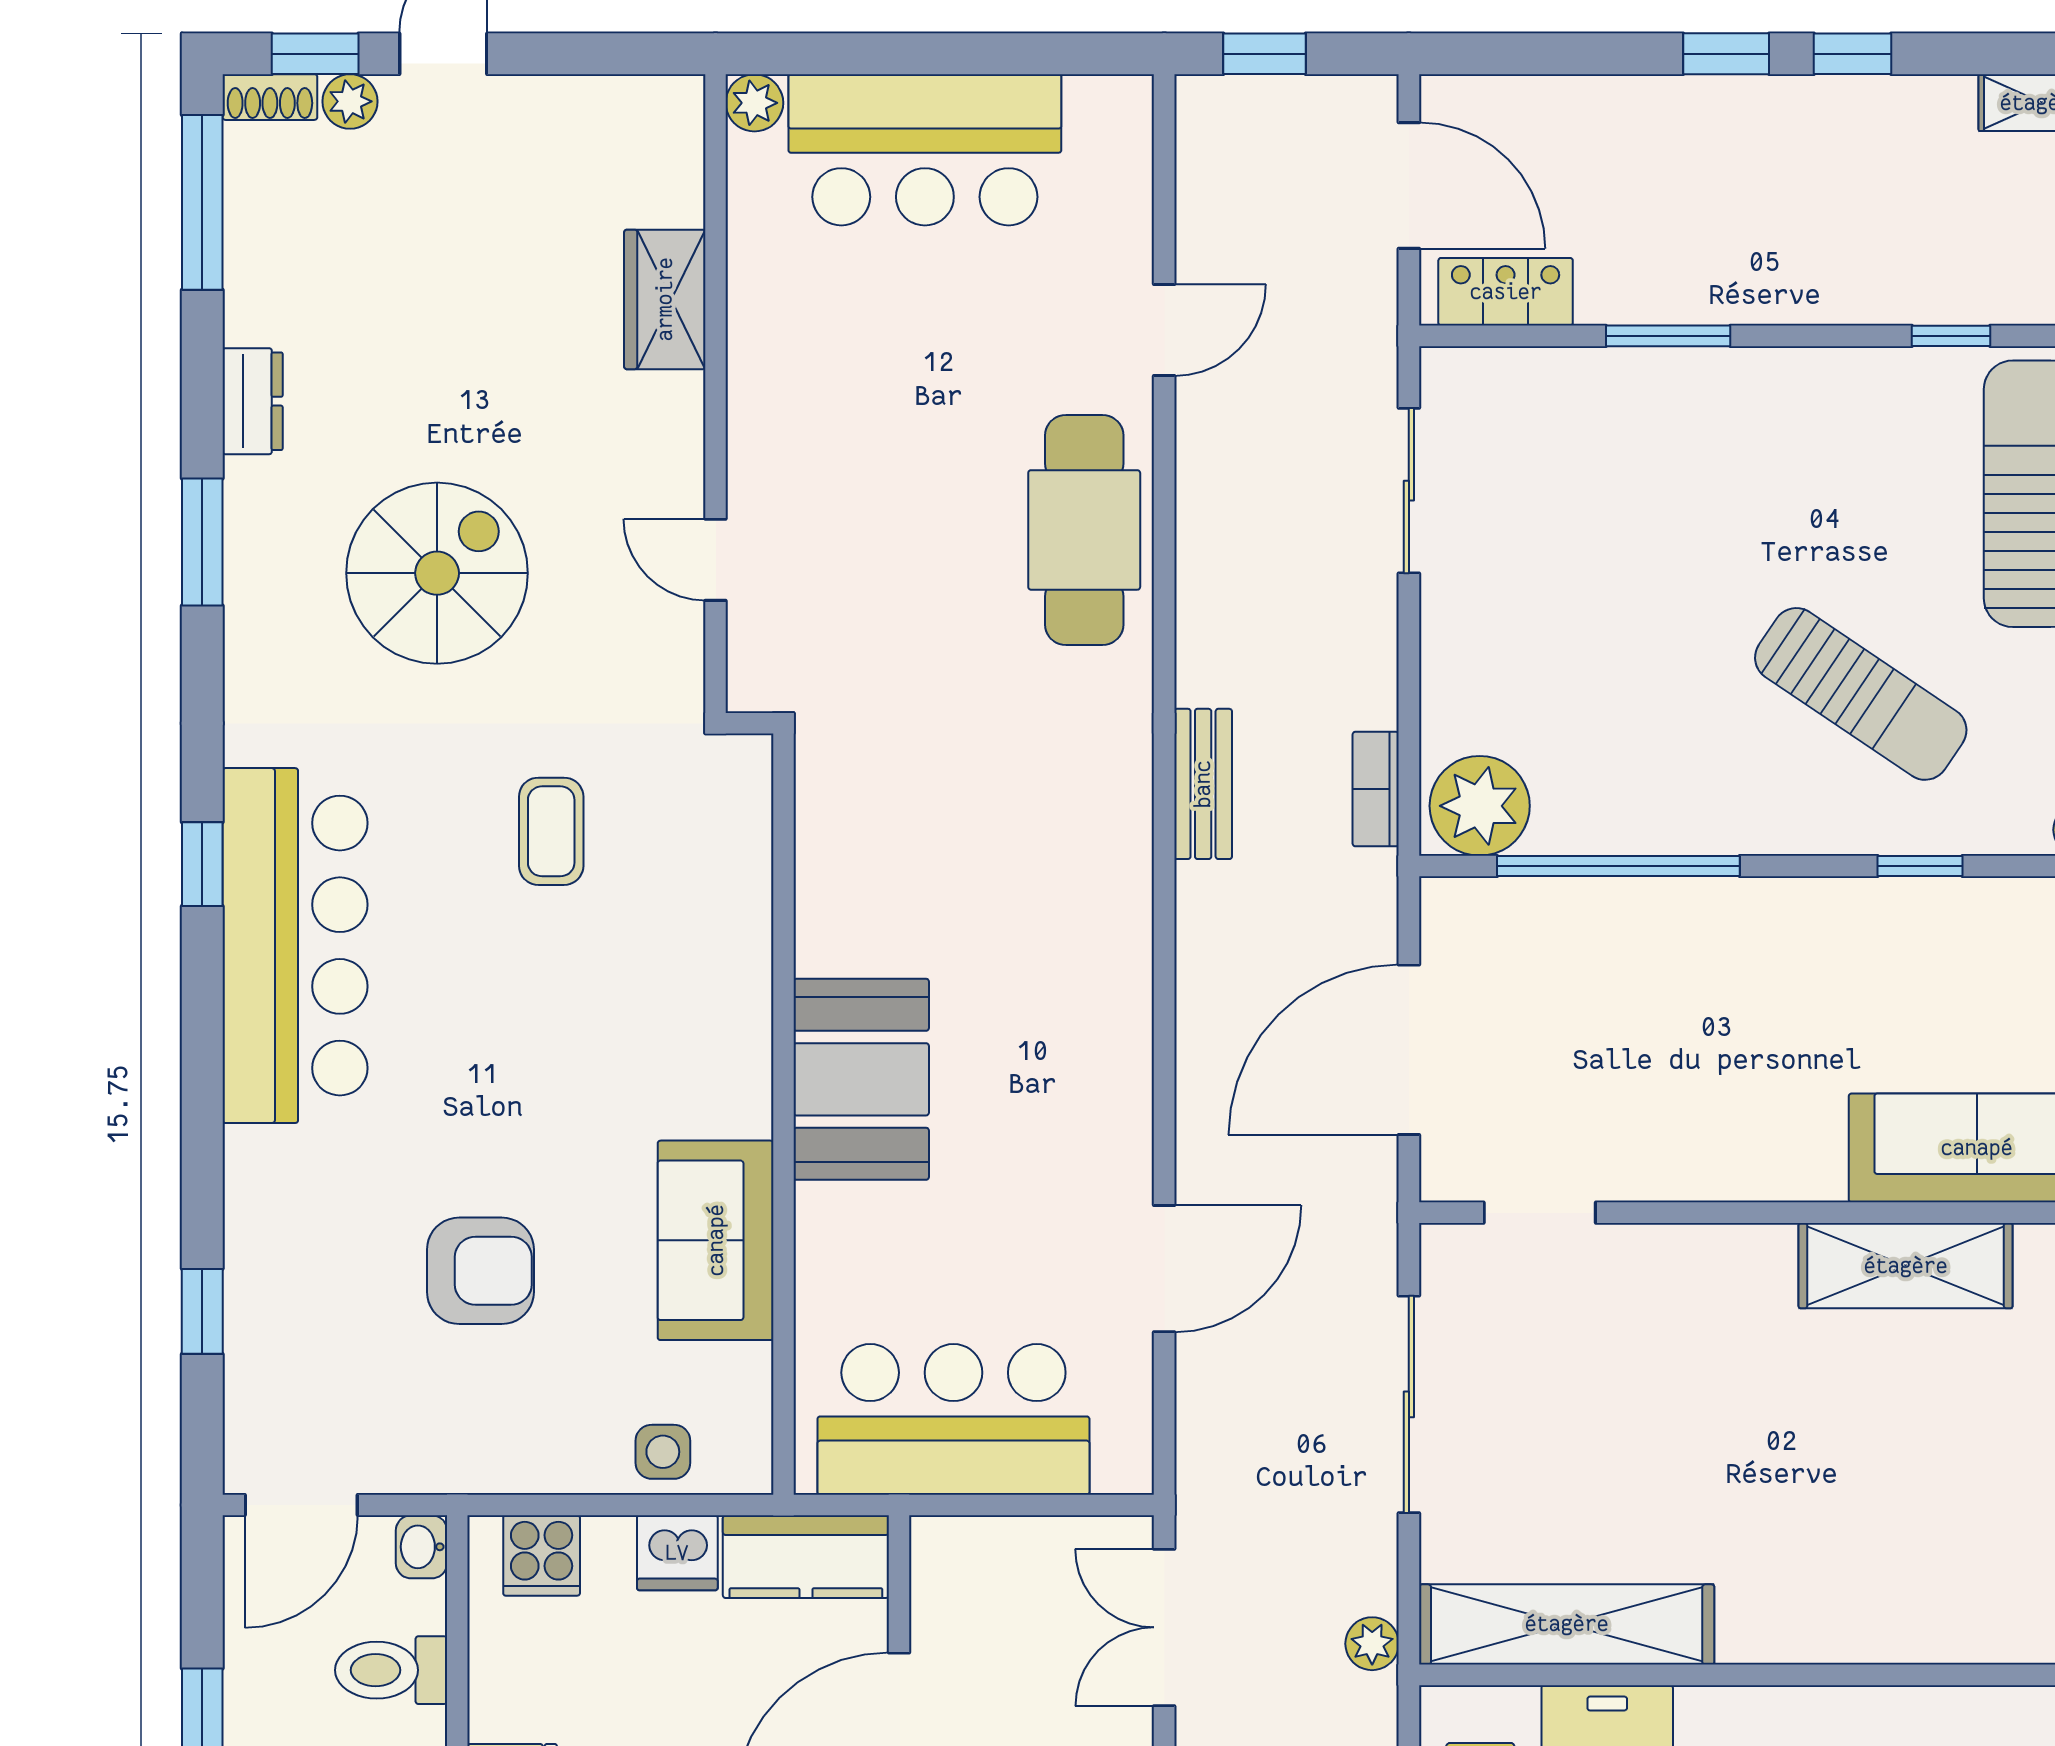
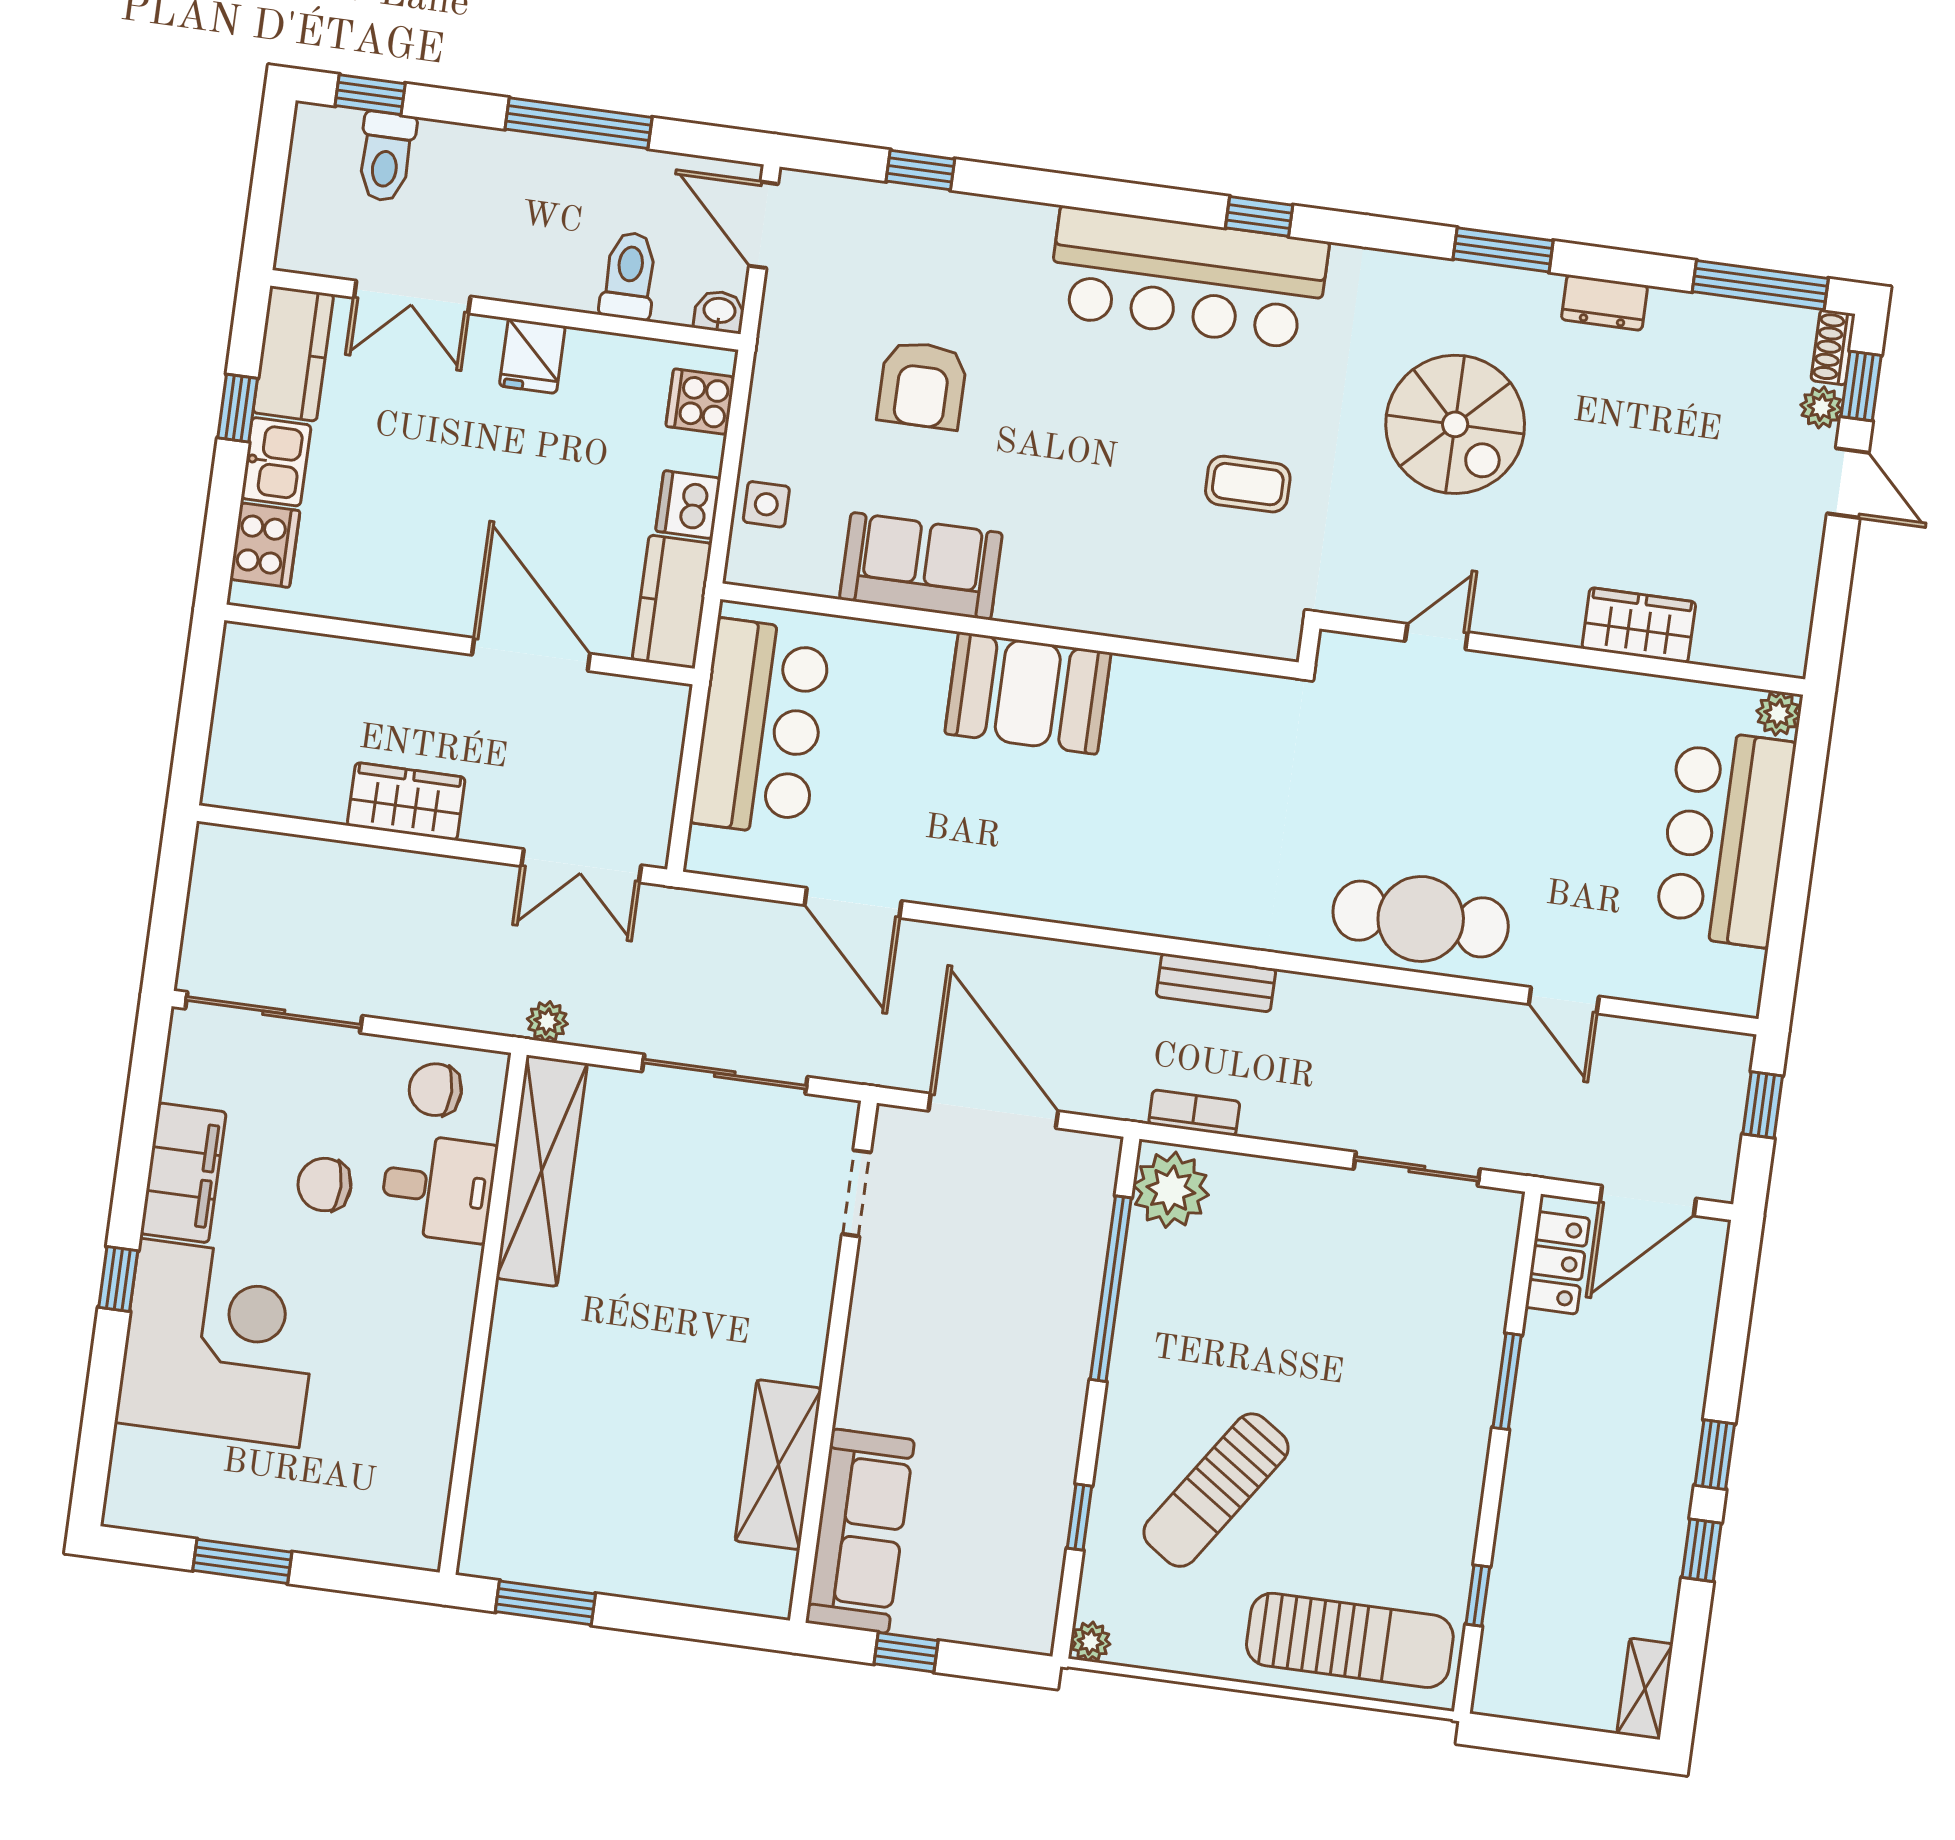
double door: (1164, 1627) -> (581, 866), swing flipped

